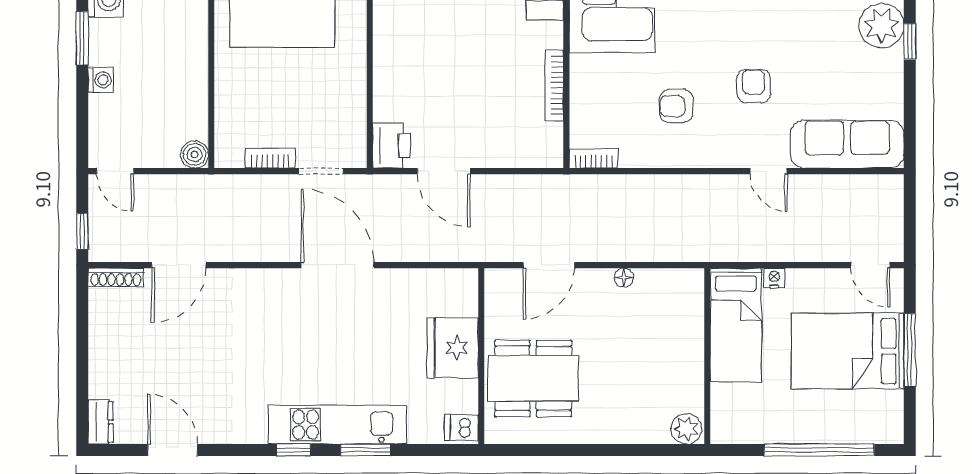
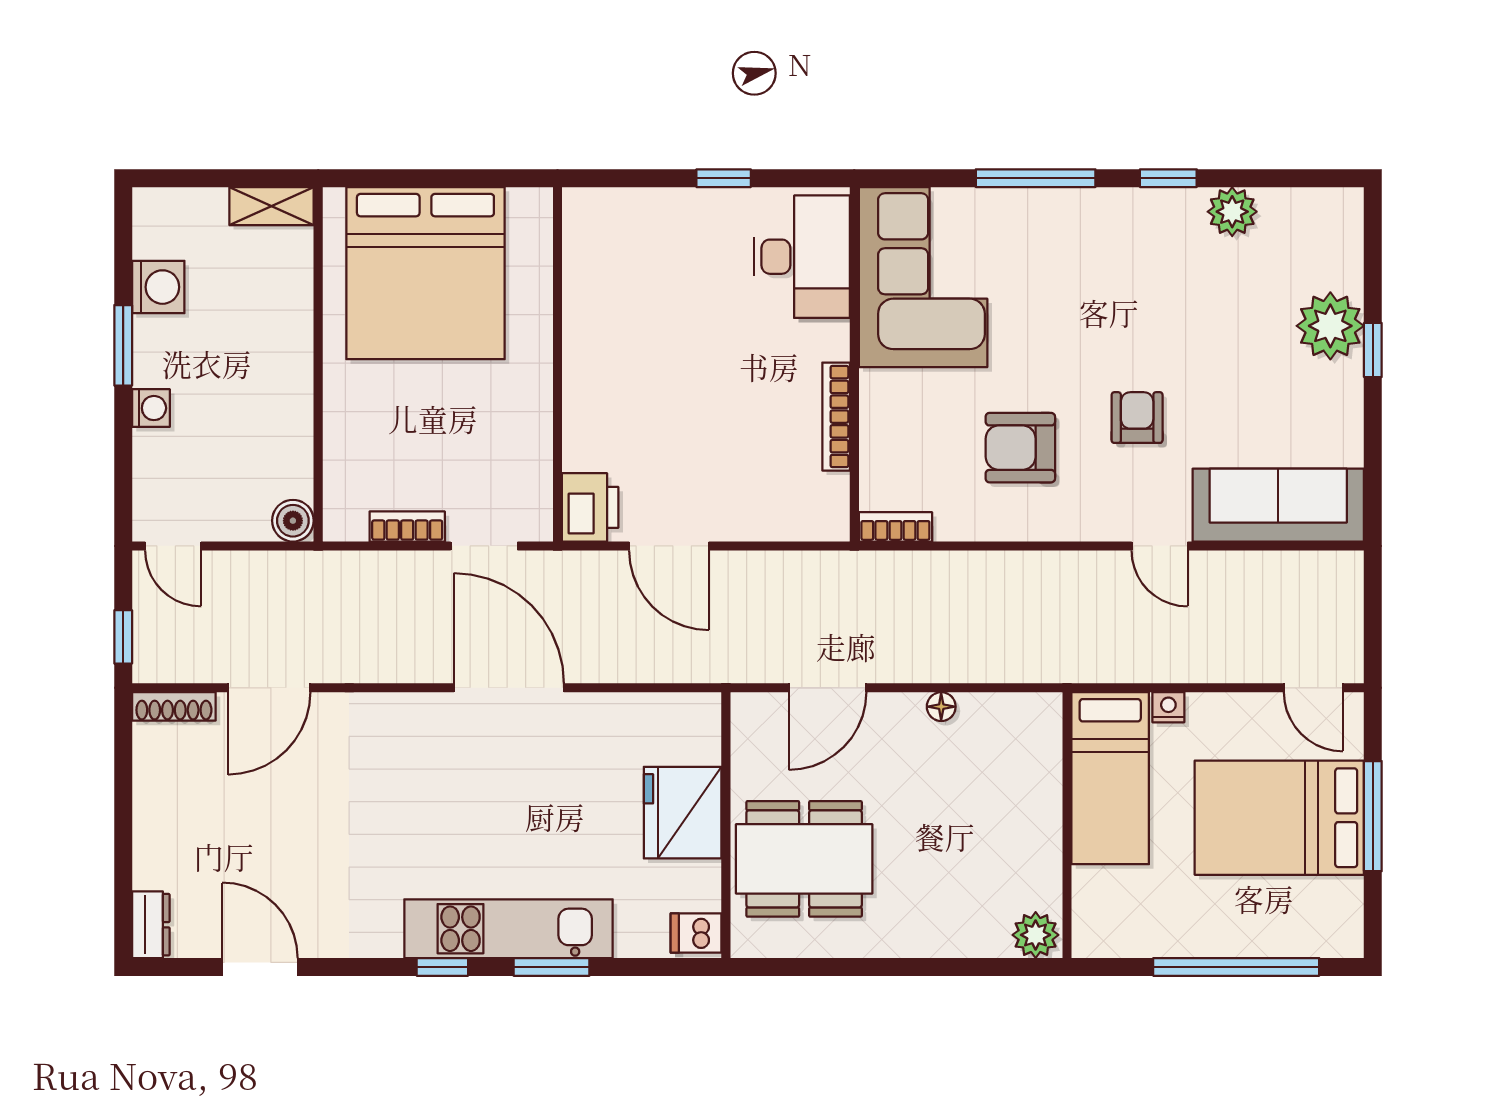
armchair: (676, 106) -> (1020, 448), width x1.38, depth x1.38

